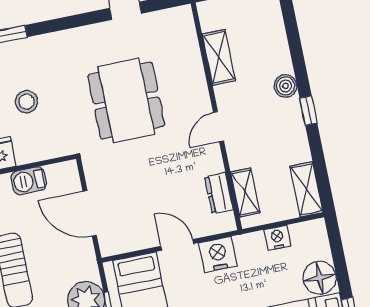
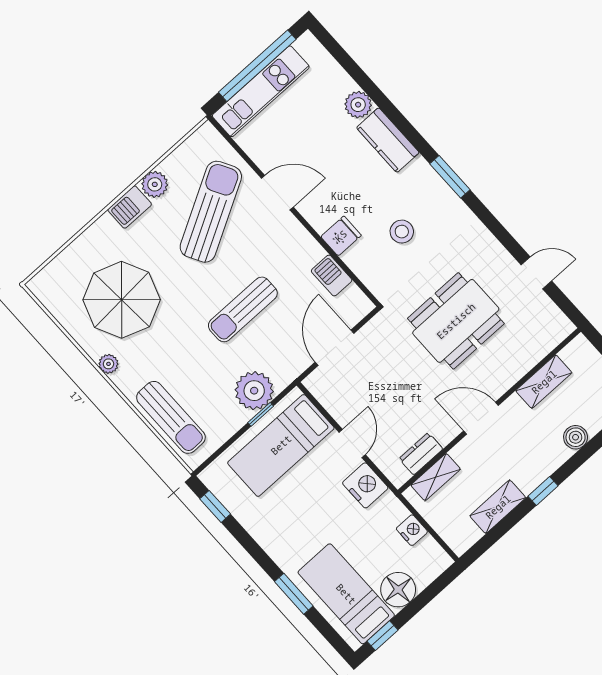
boiler: (286, 86) -> (576, 437), moved
door: (219, 127) -> (481, 418), width x1.38
shelving: (306, 189) -> (498, 507), moved

